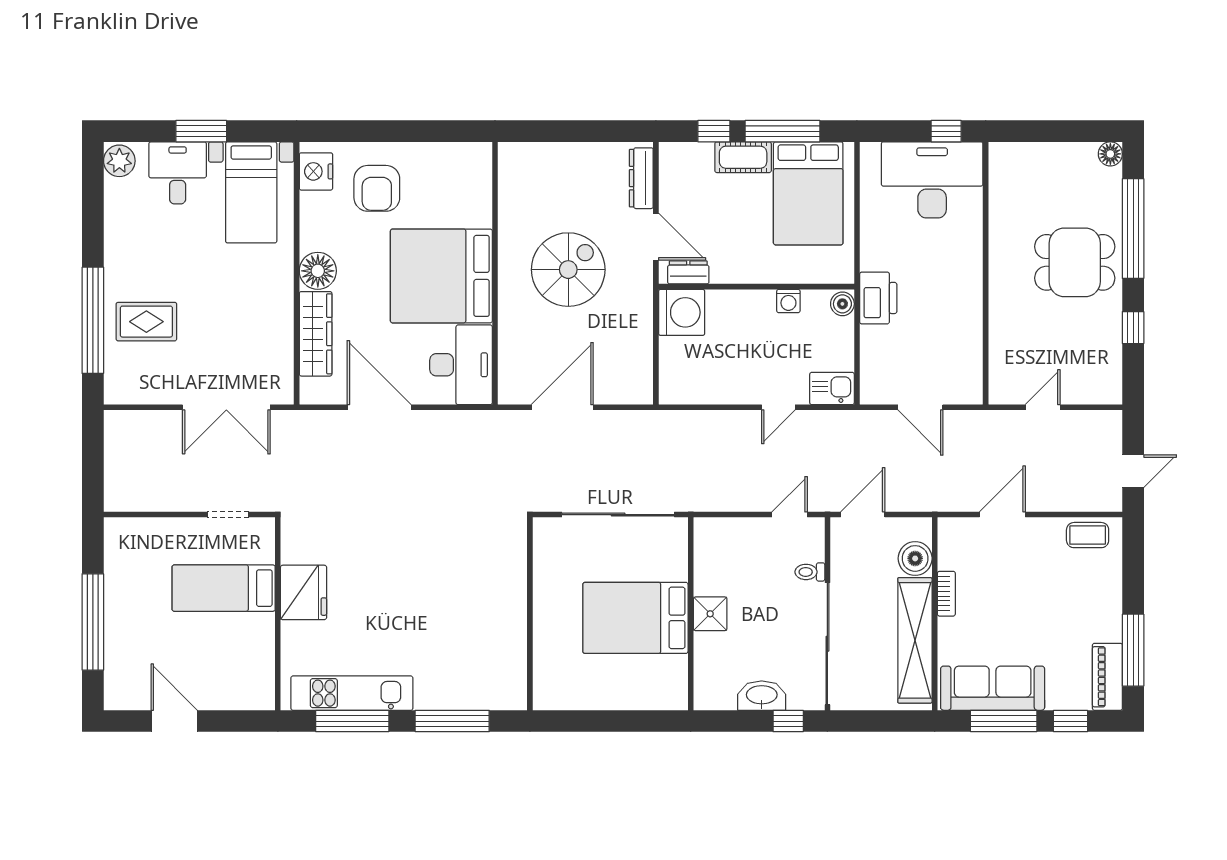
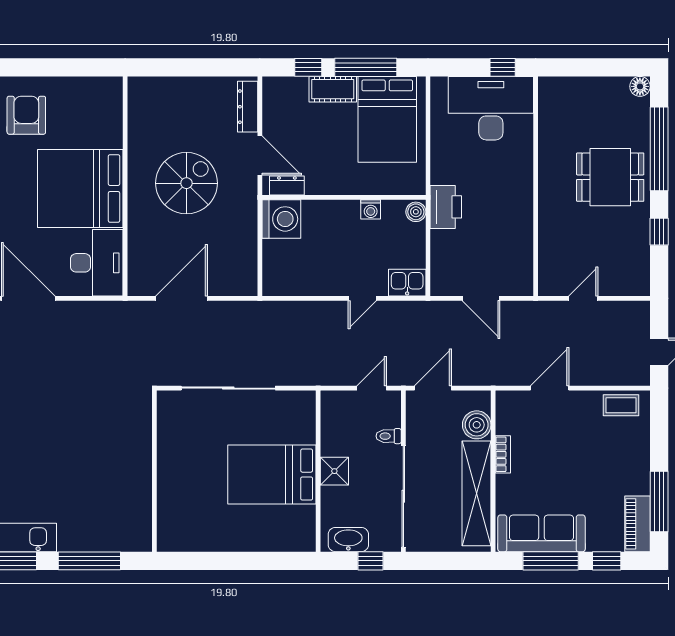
armchair: (377, 188) -> (26, 115), turned 180
wall: (691, 614) -> (318, 471), moved
shower: (710, 614) -> (334, 471), moved
bed: (635, 618) -> (272, 475), moved

